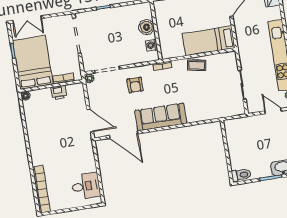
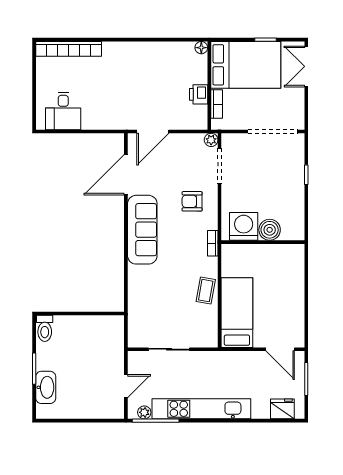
washing machine: (152, 45) -> (244, 226), width x1.89, depth x1.89

